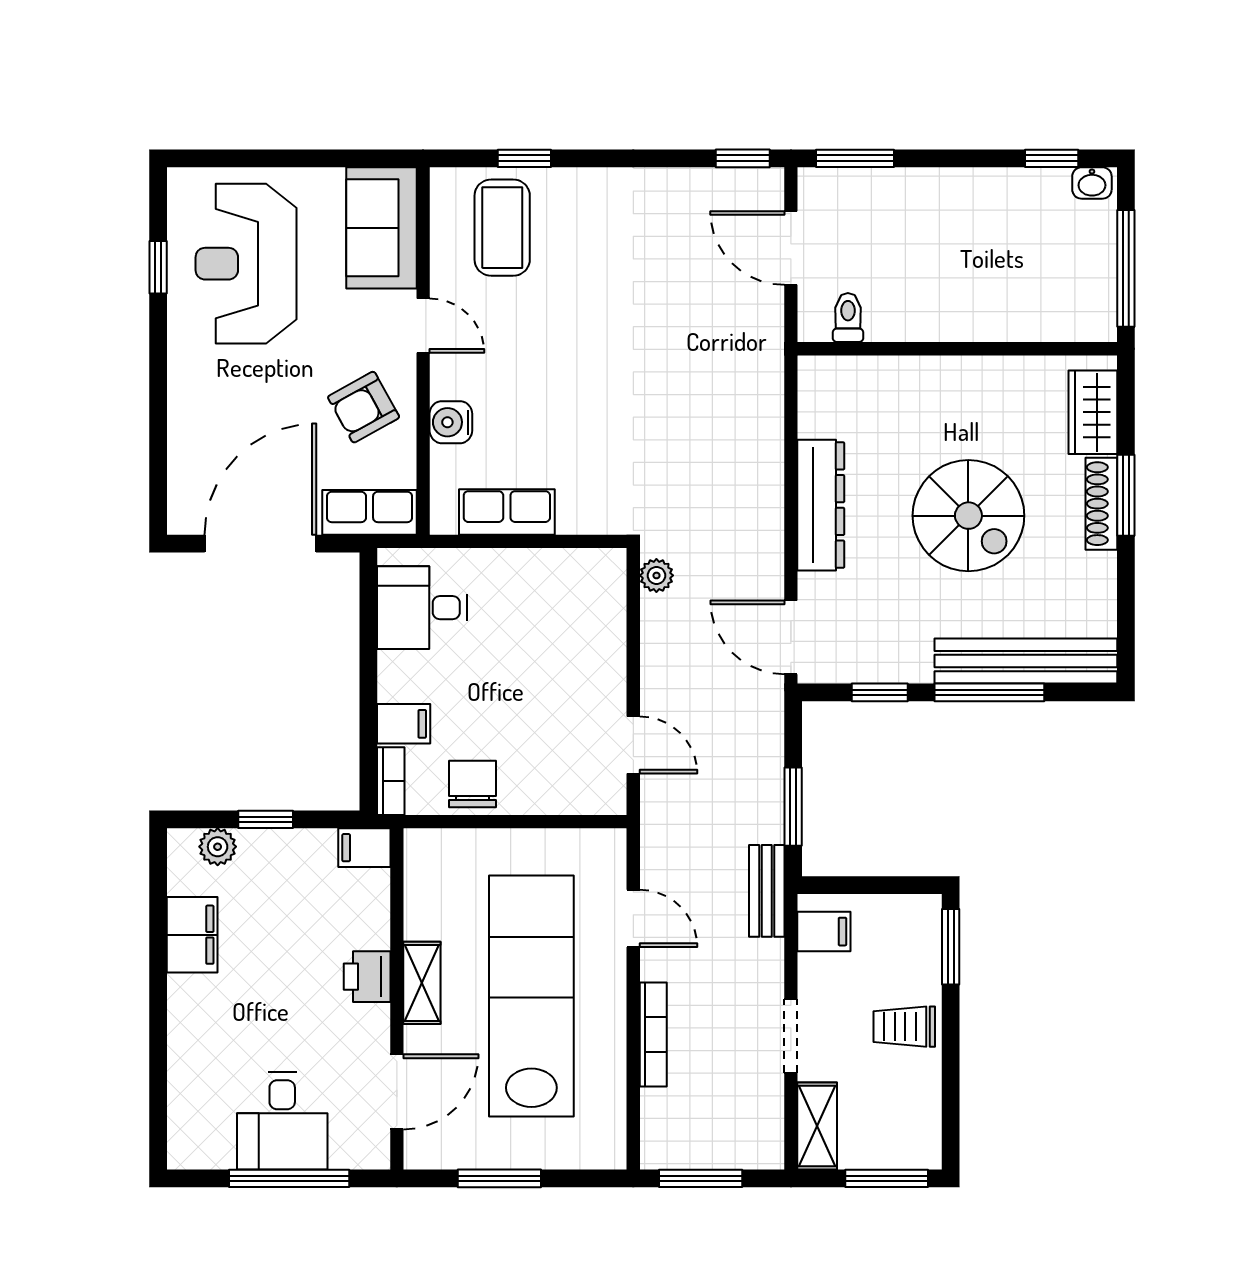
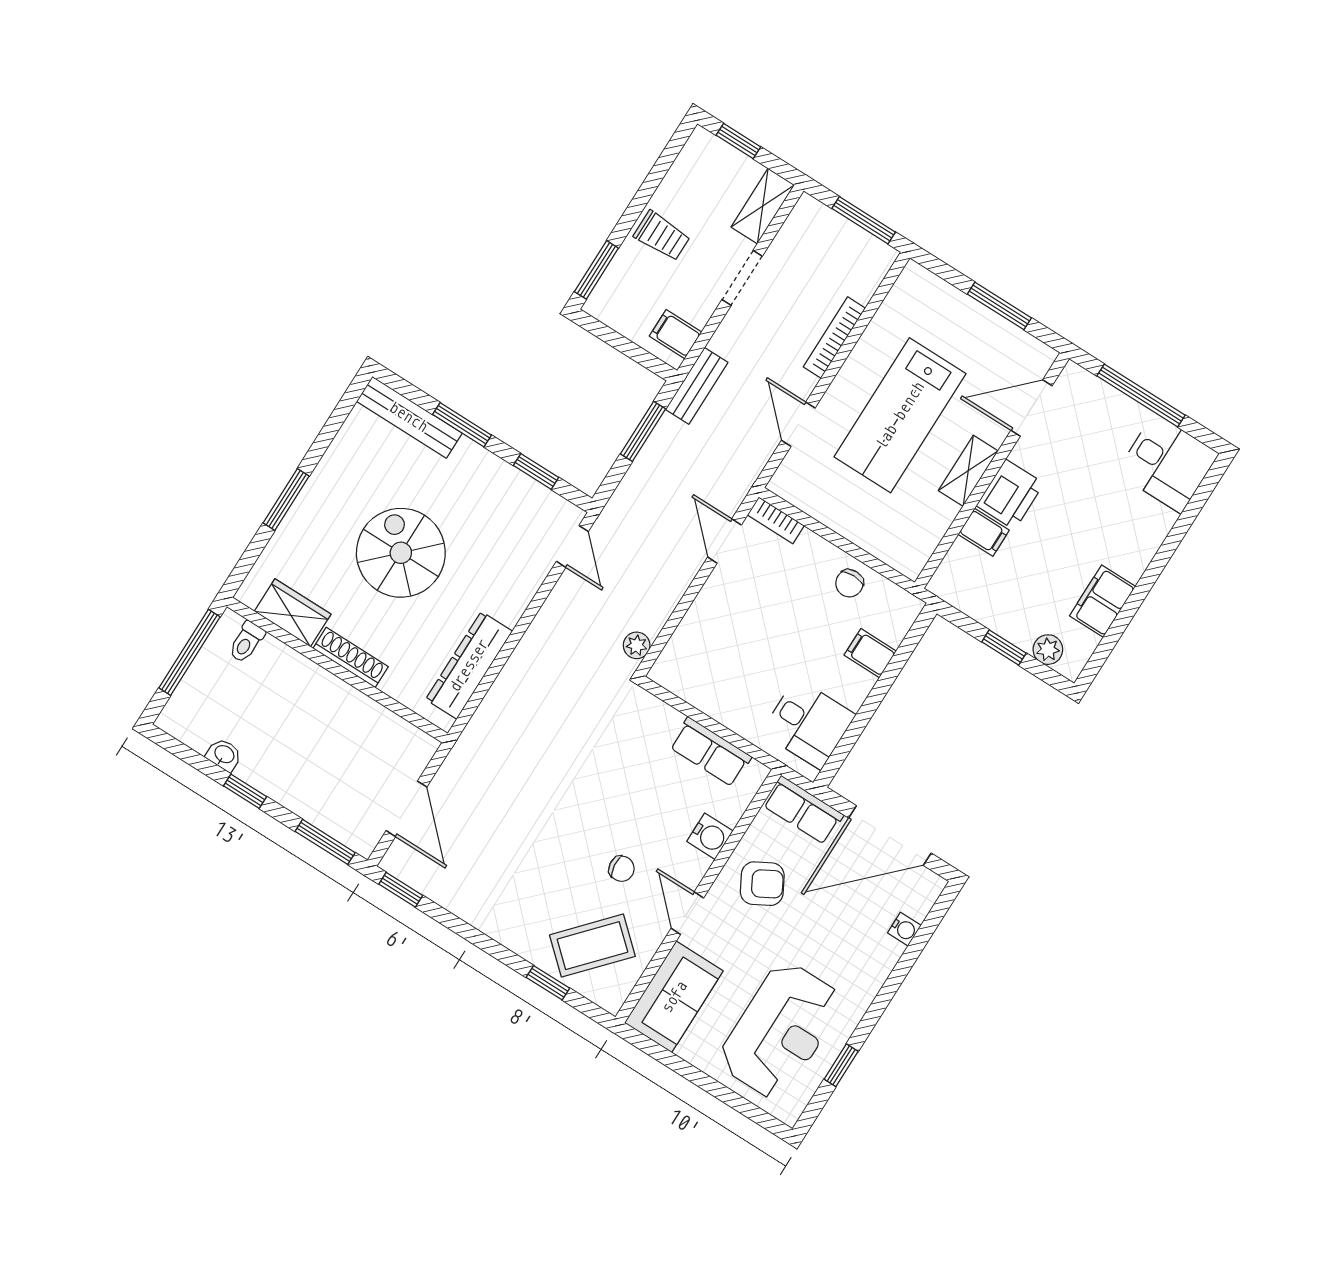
window: (1052, 158) -> (245, 791), moved
washbasin: (1092, 183) -> (224, 755), moved
coffee table: (502, 228) -> (592, 946), turned 42
toilet: (848, 318) -> (246, 642), moved
chair: (523, 329) -> (622, 869), added
wardrobe: (1093, 412) -> (293, 613), moved, turned -90
water cooler: (182, 454) -> (904, 929), added
shoe rack: (1101, 504) -> (351, 657), moved, turned -90
dresser: (821, 505) -> (469, 665), moved
door: (791, 637) -> (572, 546), width x0.73
bench: (1026, 661) -> (409, 417), width x0.73, depth x0.82
window: (989, 692) -> (462, 425), width x0.69
bookcase: (391, 781) -> (776, 520), moved, turned -90
chair: (472, 784) -> (849, 583), width x0.73, depth x0.73
filing cabinet: (364, 848) -> (984, 532), moved
printer: (367, 977) -> (1010, 494), width x1.36, depth x1.24
lab bench: (531, 996) -> (900, 415), width x0.73
desk: (282, 1121) -> (1168, 463), moved, turned 90
window: (887, 1178) -> (738, 141), width x0.67

